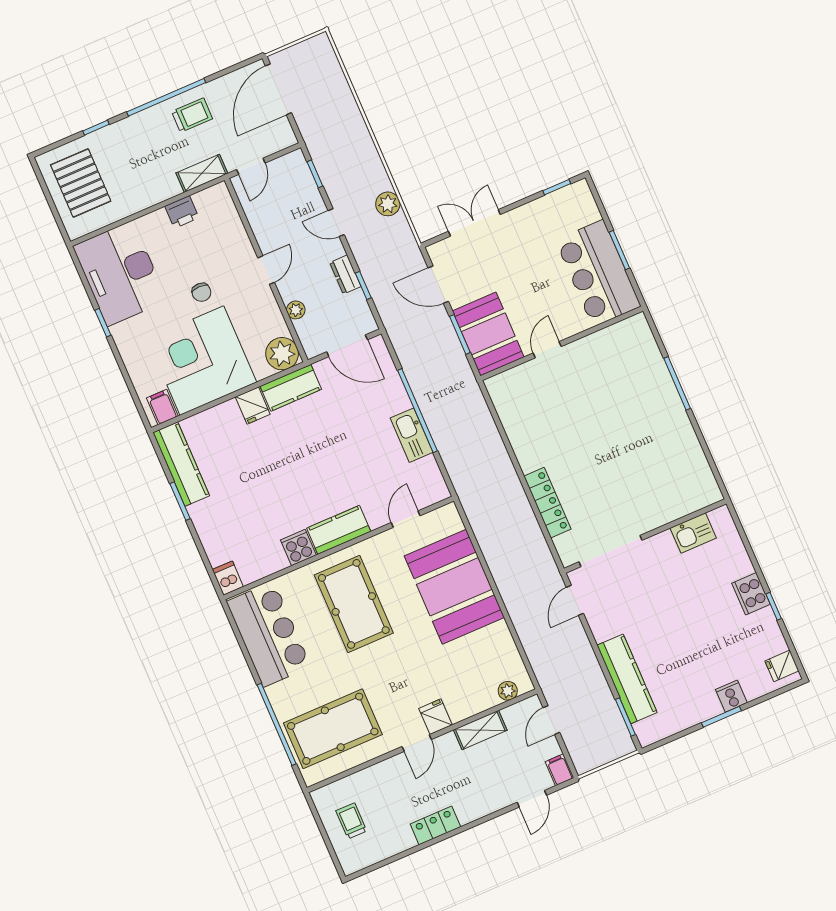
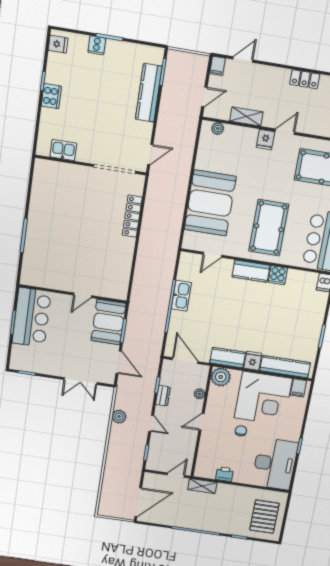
trolley: (192, 115) -> (189, 515), removed
kitchen counter: (181, 464) -> (285, 367), moved, turned 90

